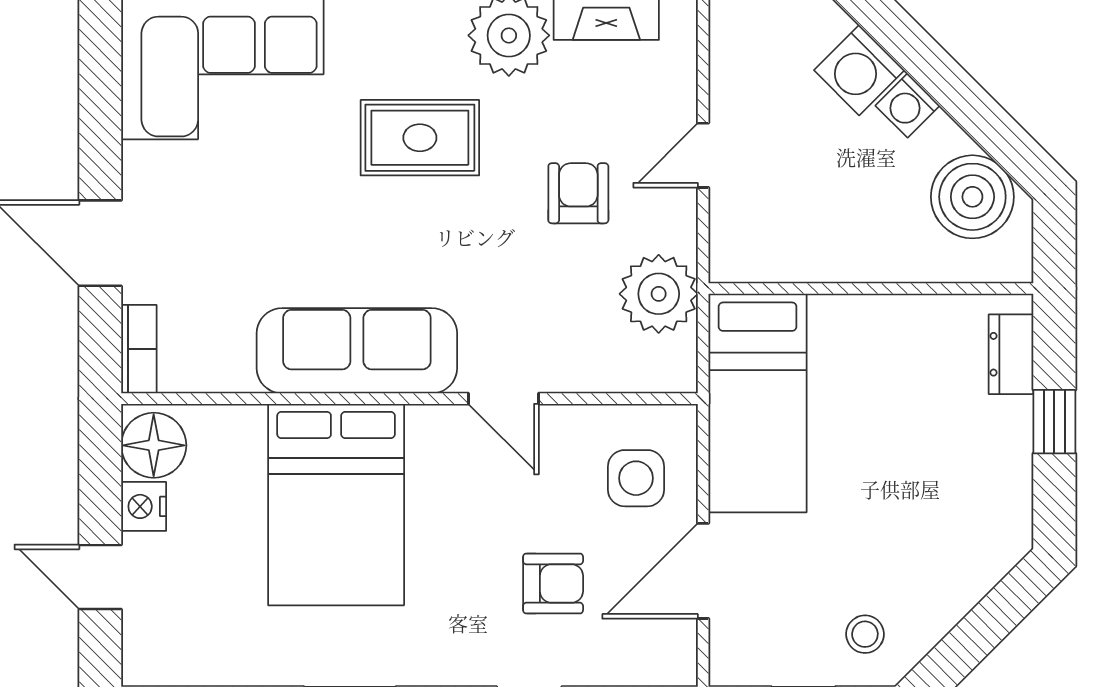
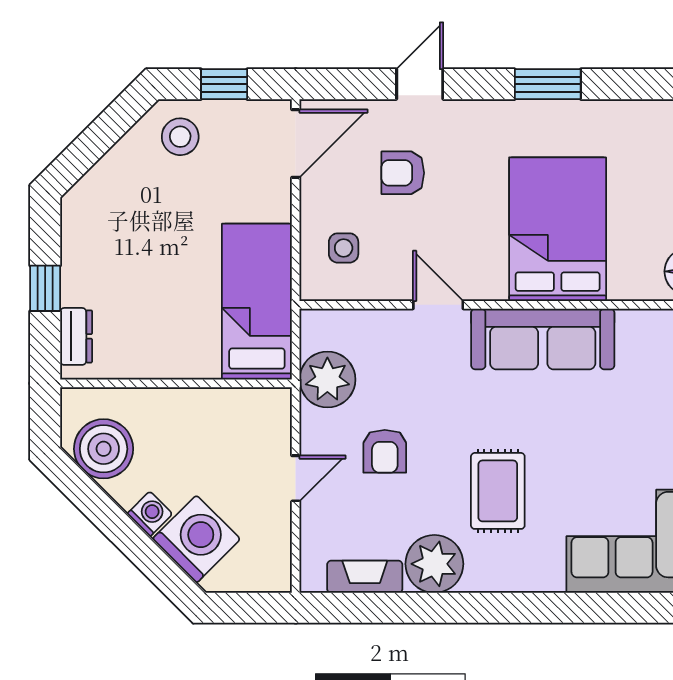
washing machine: (859, 70) -> (196, 539), width x1.37, depth x1.37
rug: (420, 138) -> (498, 491), turned 90
side table: (636, 478) -> (344, 248), width x0.73, depth x0.73
door: (703, 571) -> (296, 144), moved
stool: (865, 634) -> (180, 137), width x1.37, depth x1.37

